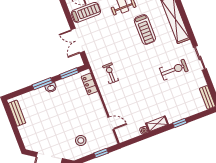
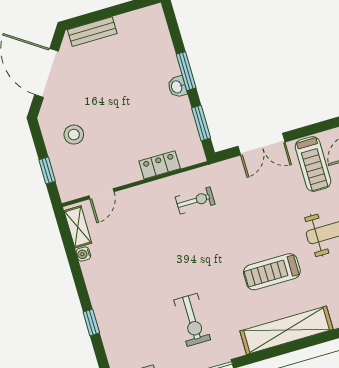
double door: (78, 41) -> (262, 144), swing flipped
locker: (89, 84) -> (160, 165), moved
bench: (17, 113) -> (92, 32), moved
shelving: (157, 124) -> (78, 227), moved

